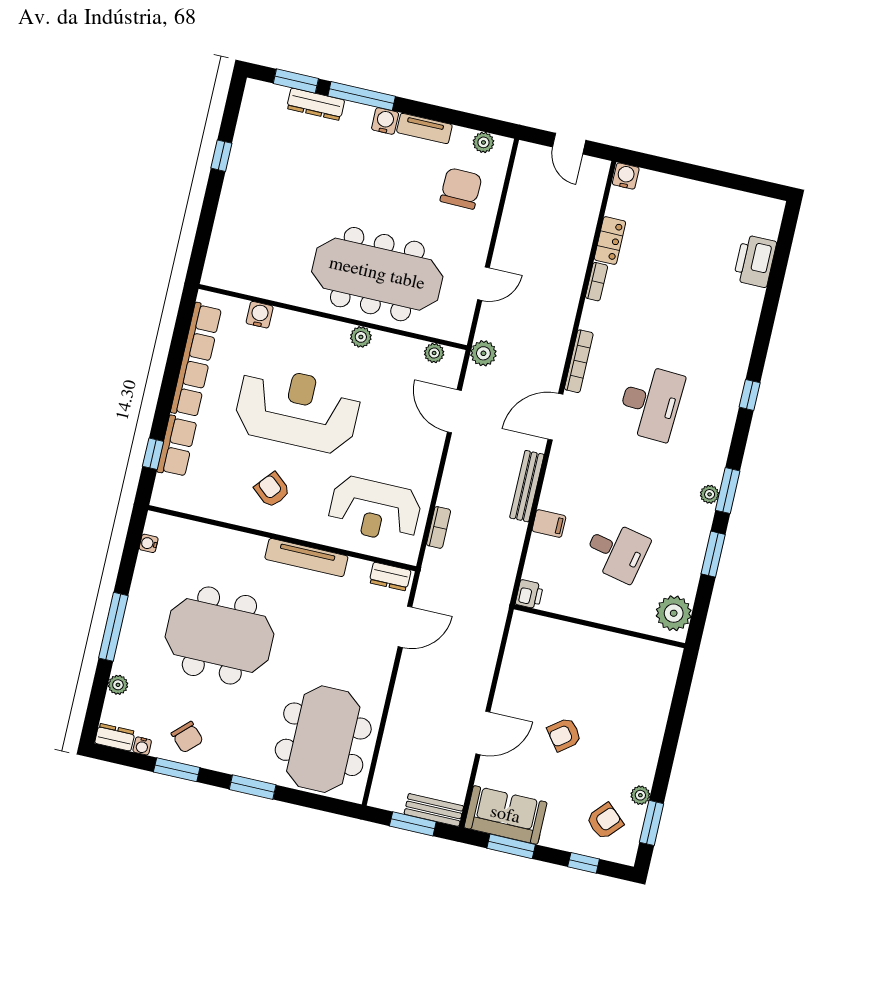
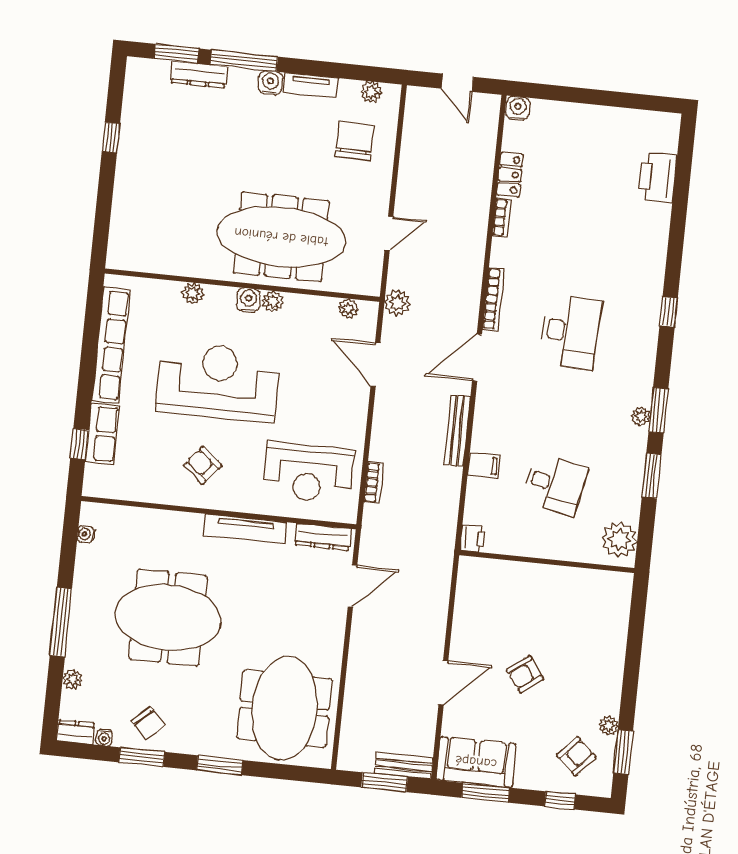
water cooler: (260, 315) -> (248, 300), moved
plant: (283, 319) -> (193, 293), added
dresser: (390, 577) -> (323, 537), width x1.44

